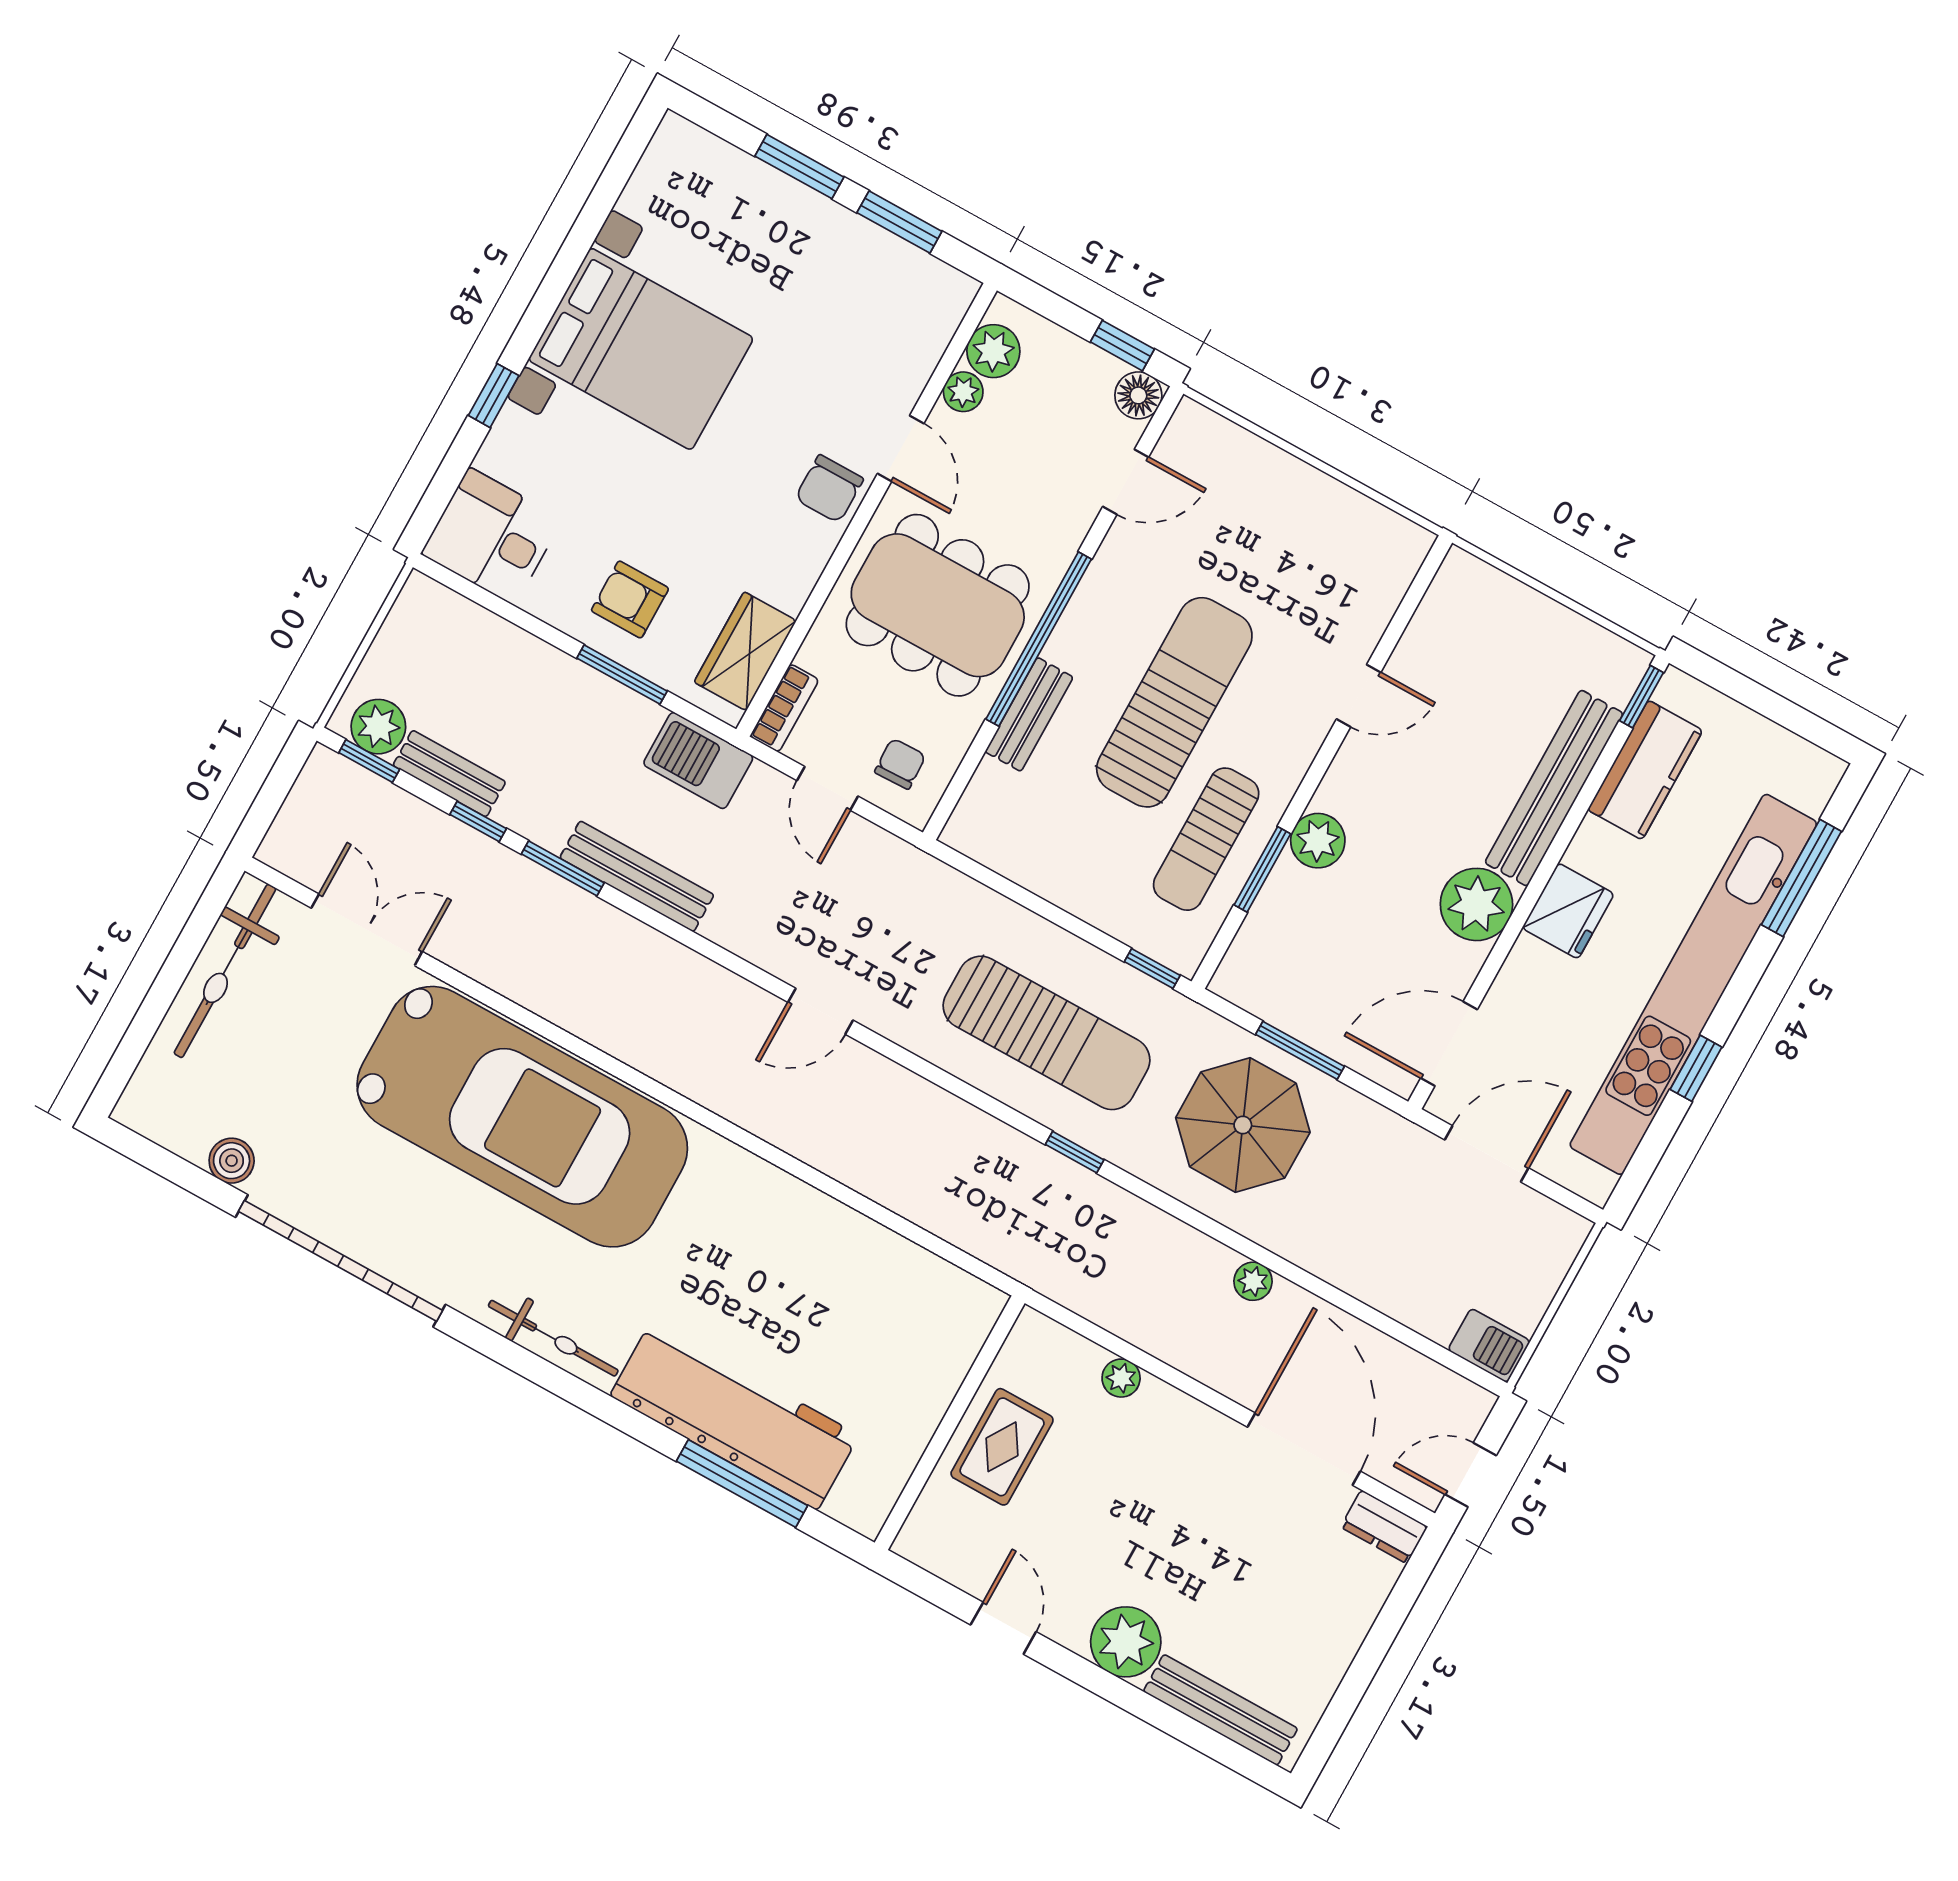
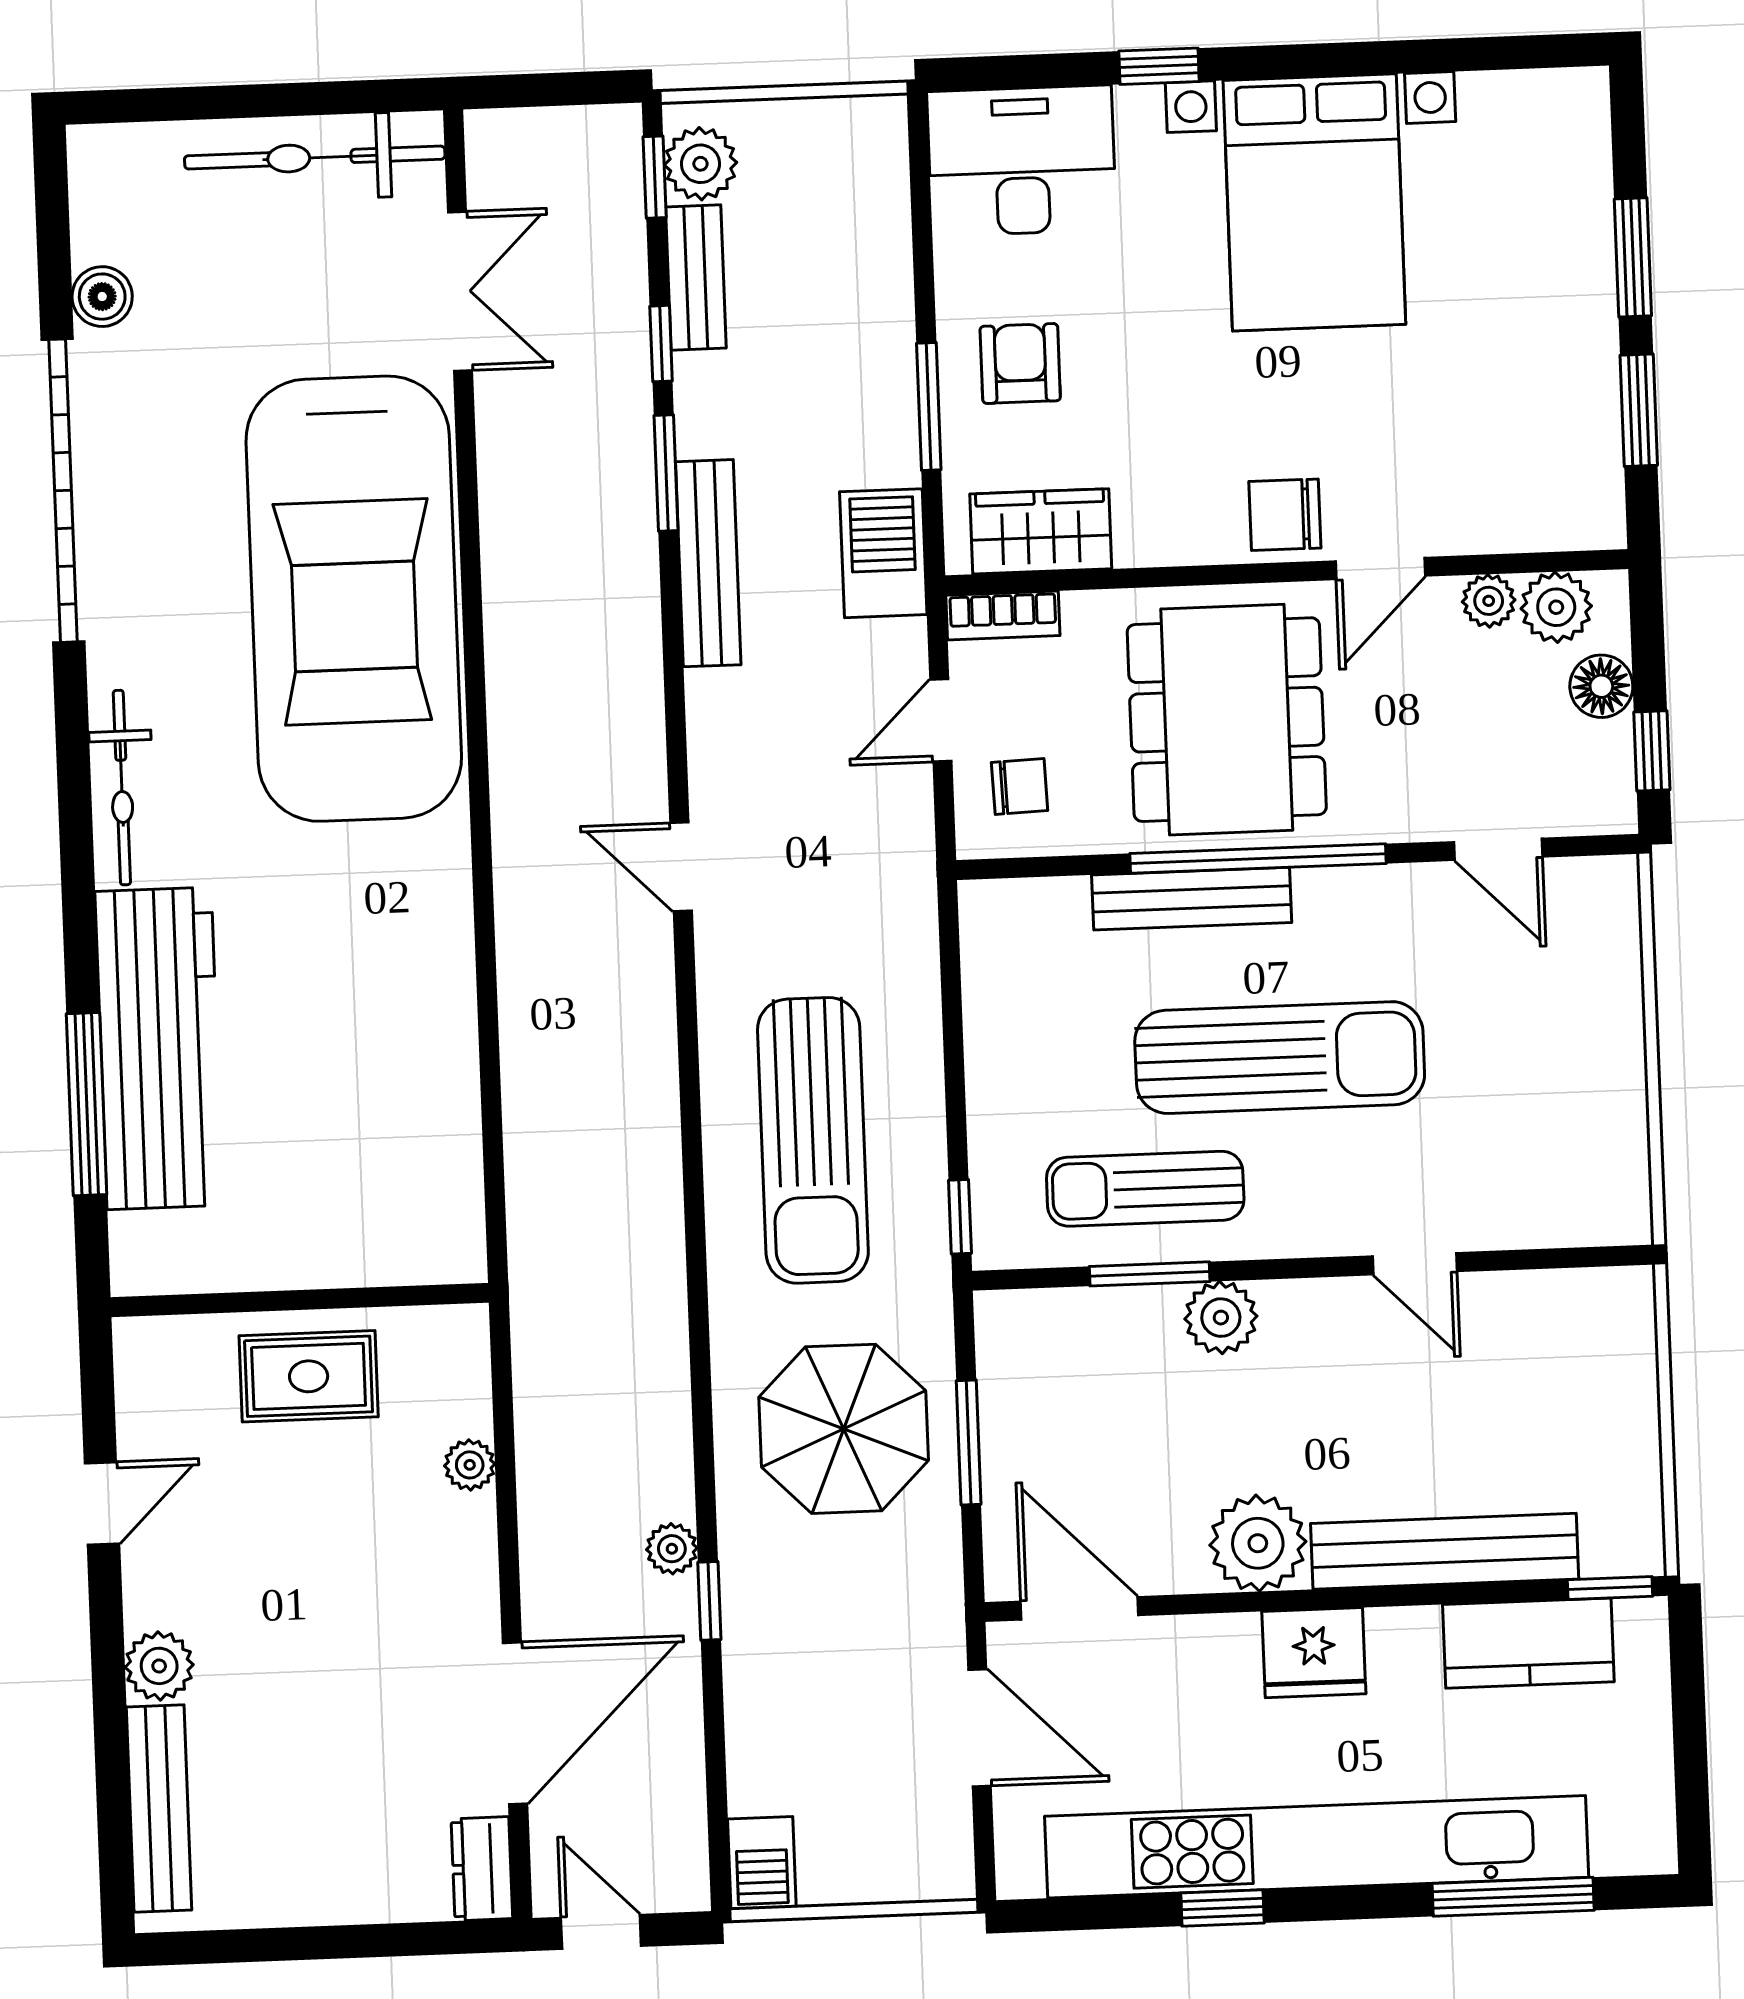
floor lamp: (1138, 395) -> (1601, 686), moved
desk: (492, 536) -> (1022, 161), width x1.37
bench: (1029, 714) -> (1192, 899), width x1.36
window: (1075, 1152) -> (709, 1601), moved
plant: (1126, 1642) -> (159, 1666), width x0.73, depth x0.73

